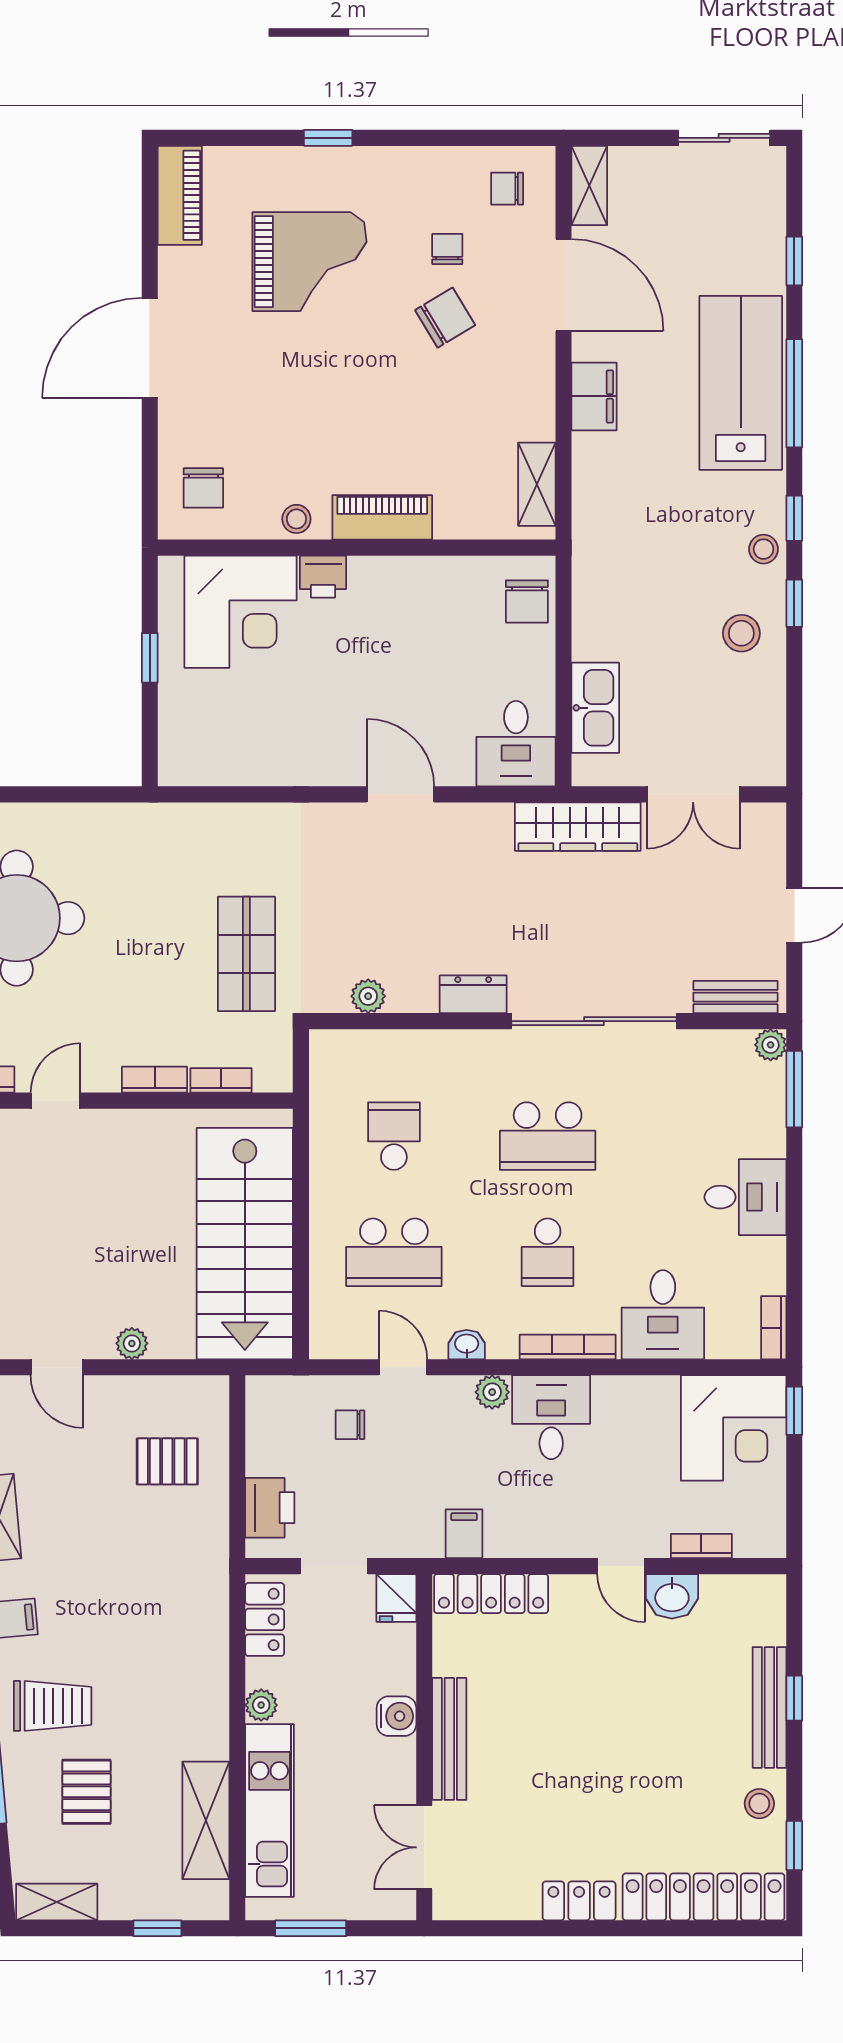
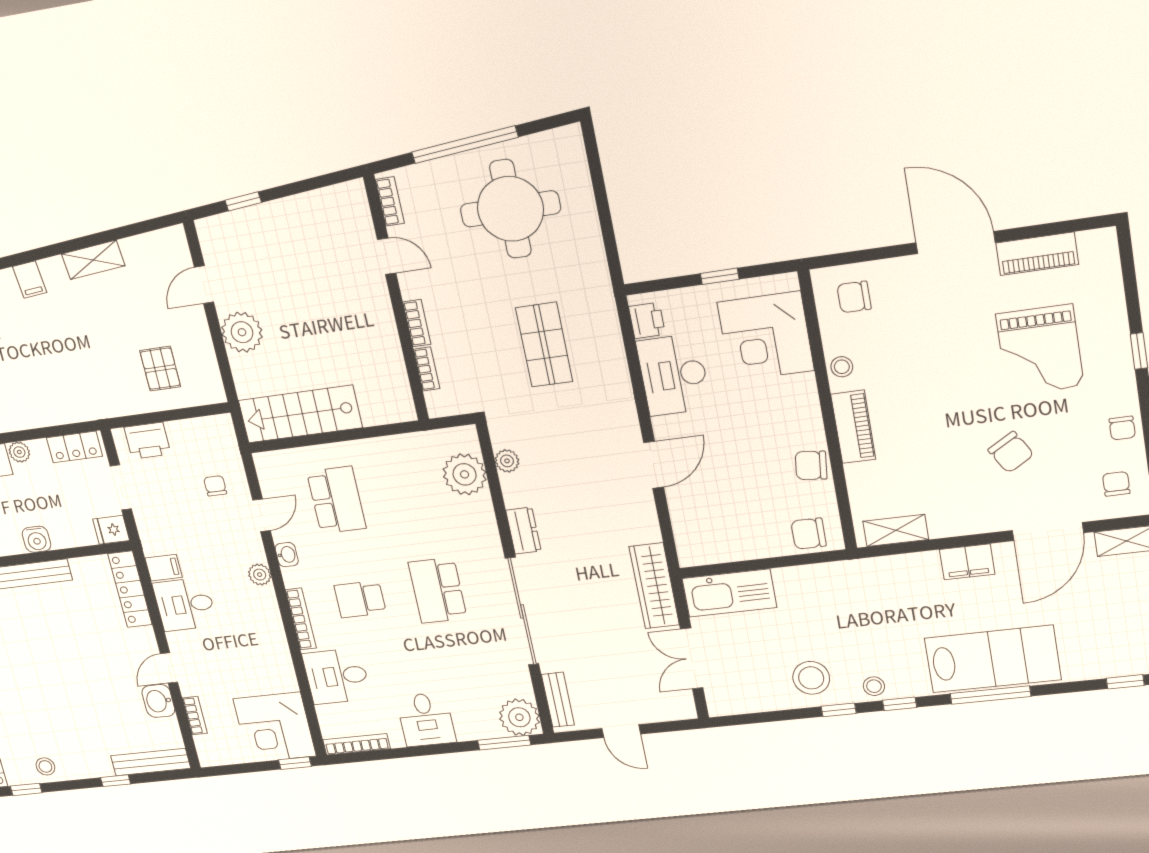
piano: (180, 195) -> (1037, 254), moved
chair: (447, 249) -> (1122, 428), moved, turned 90
window: (794, 261) -> (1125, 682), moved
printer: (323, 577) -> (647, 320), moved, turned 180
chair: (429, 582) -> (811, 465), added
stool: (741, 633) -> (811, 678), width x1.38, depth x1.38
kitchen sink: (595, 708) -> (729, 593), width x1.36, depth x1.24
desk: (516, 744) -> (674, 375), moved, width x1.37
shop shelf: (246, 954) -> (544, 345), moved, turned 90
plant: (771, 1045) -> (519, 717), width x1.88, depth x1.88
plant: (380, 1060) -> (465, 474), added
school desk: (394, 1136) -> (415, 490), removed
stairs: (245, 1244) -> (300, 414), width x0.73, depth x0.66
school desk: (394, 1252) -> (336, 500), turned 180
bookcase: (774, 1328) -> (357, 744), width x1.56
plant: (132, 1343) -> (242, 332), width x1.87, depth x1.87
desk: (551, 1417) -> (185, 604), moved, turned 180
bench: (769, 1707) -> (151, 762), moved

